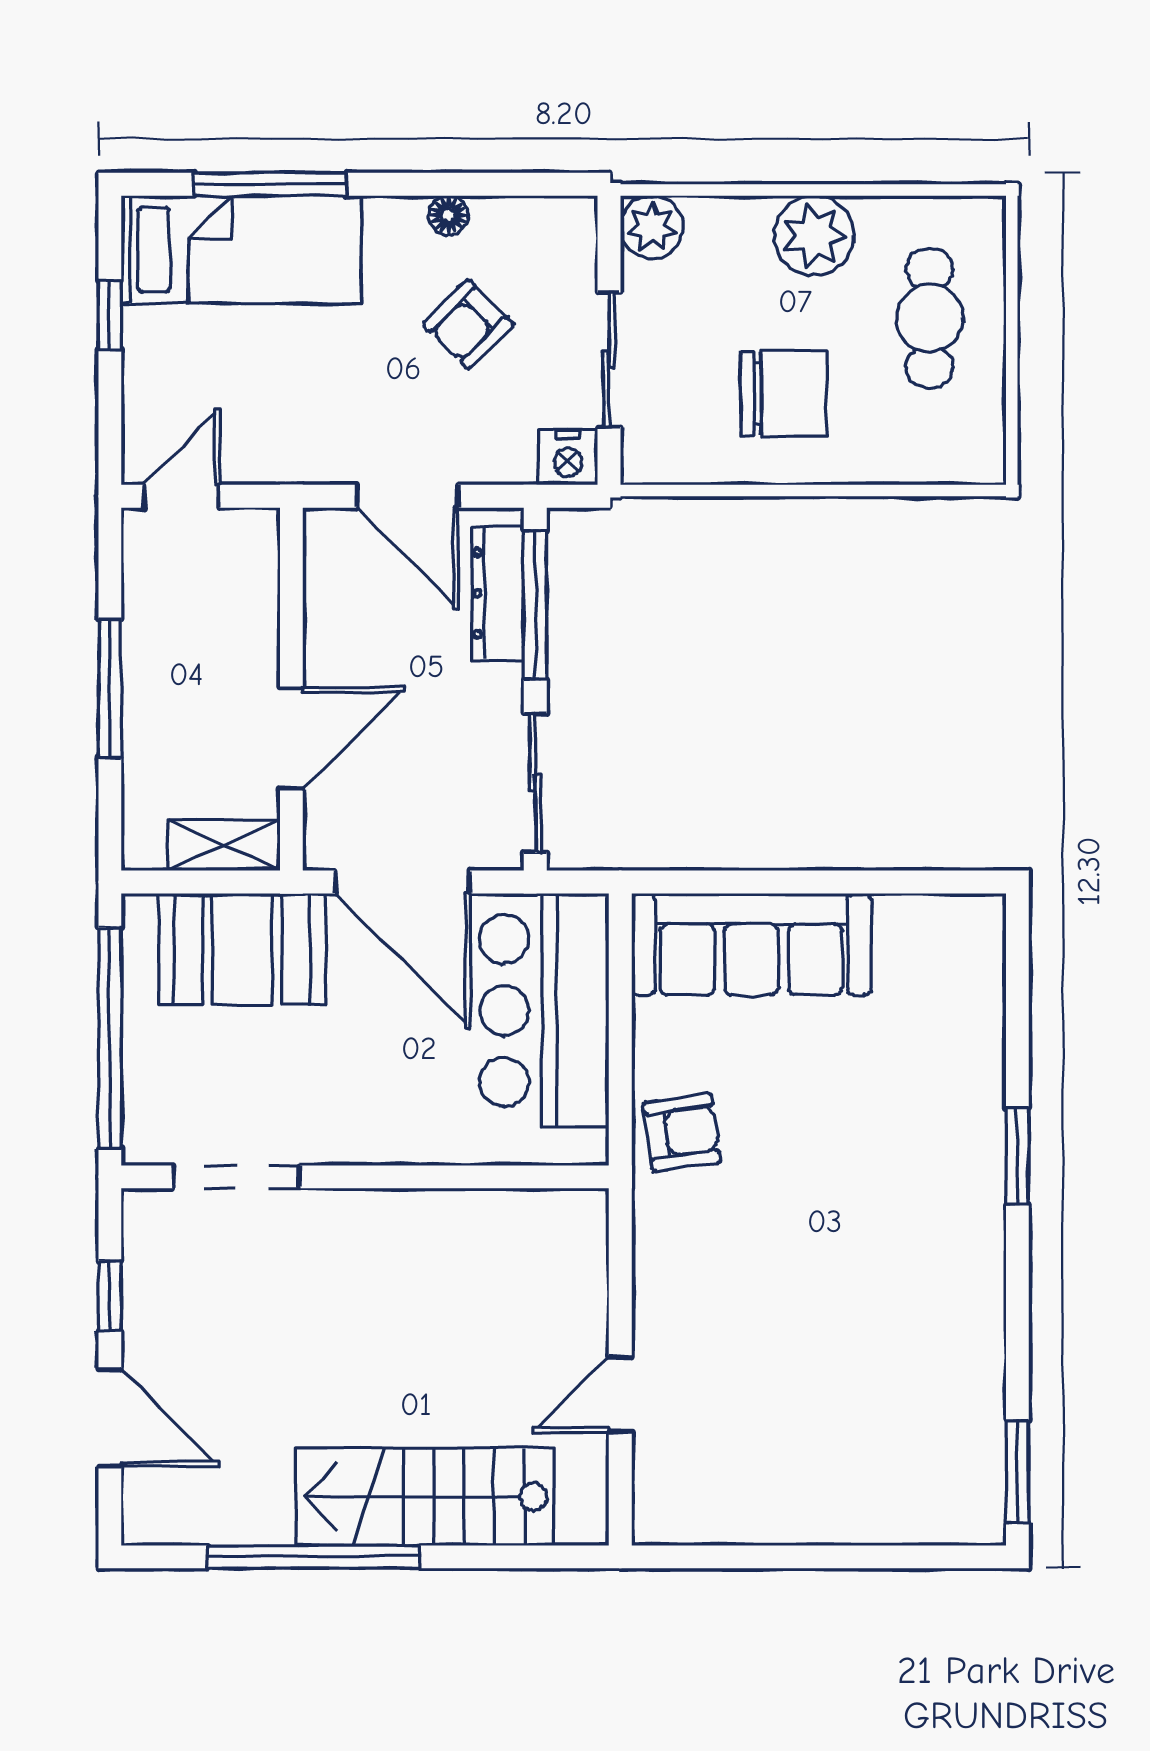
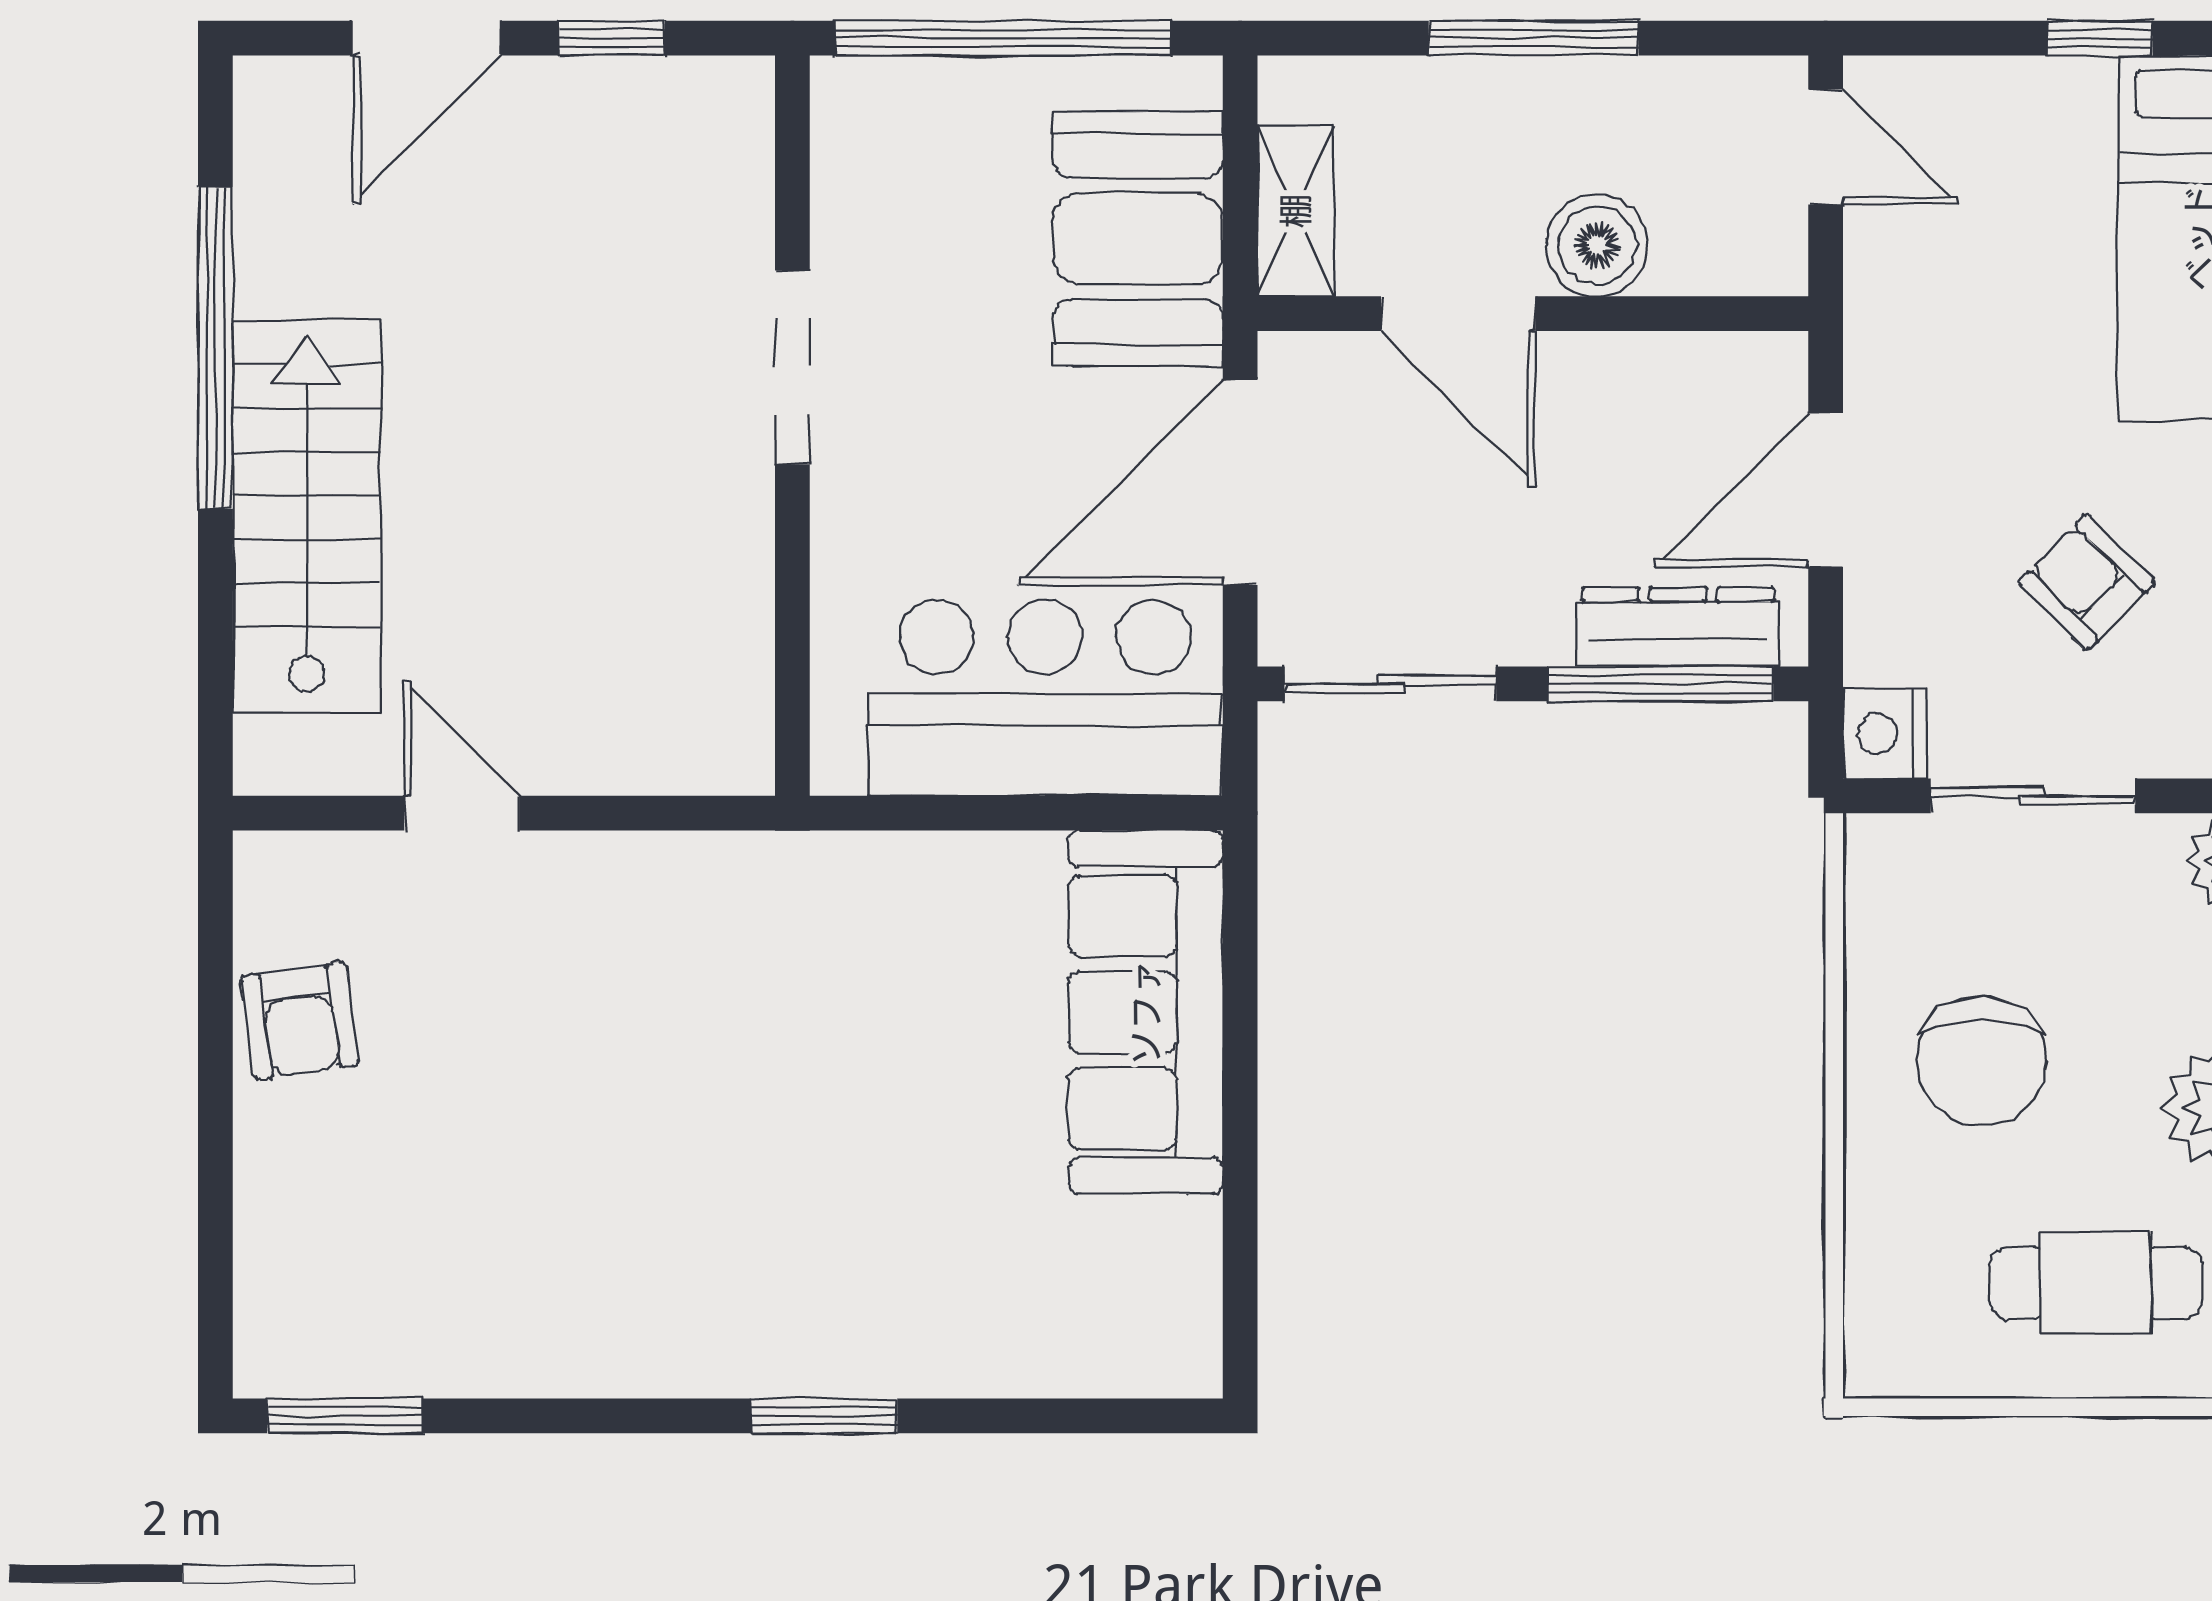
boiler: (246, 647) -> (1597, 245), added
armchair: (682, 1132) -> (300, 1021), moved
doorway: (236, 1177) -> (792, 367), moved

